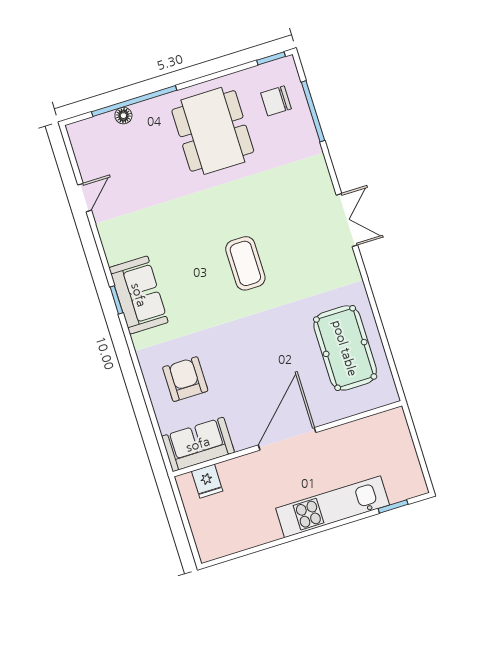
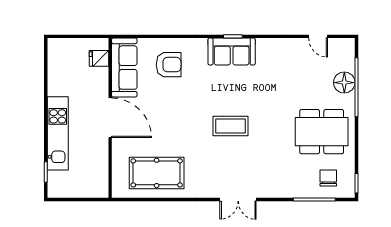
floor lamp: (123, 116) -> (344, 83), width x1.89, depth x1.89
door: (85, 198) -> (318, 36), moved
sofa: (198, 444) -> (124, 68), width x1.36

